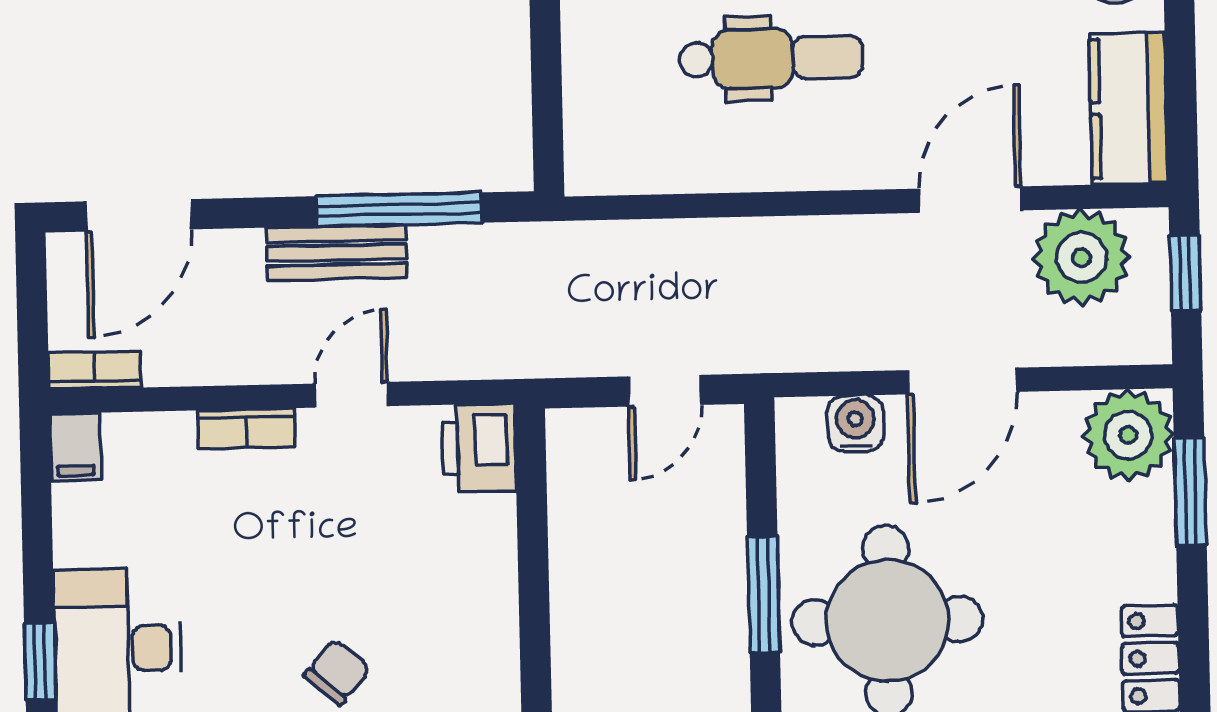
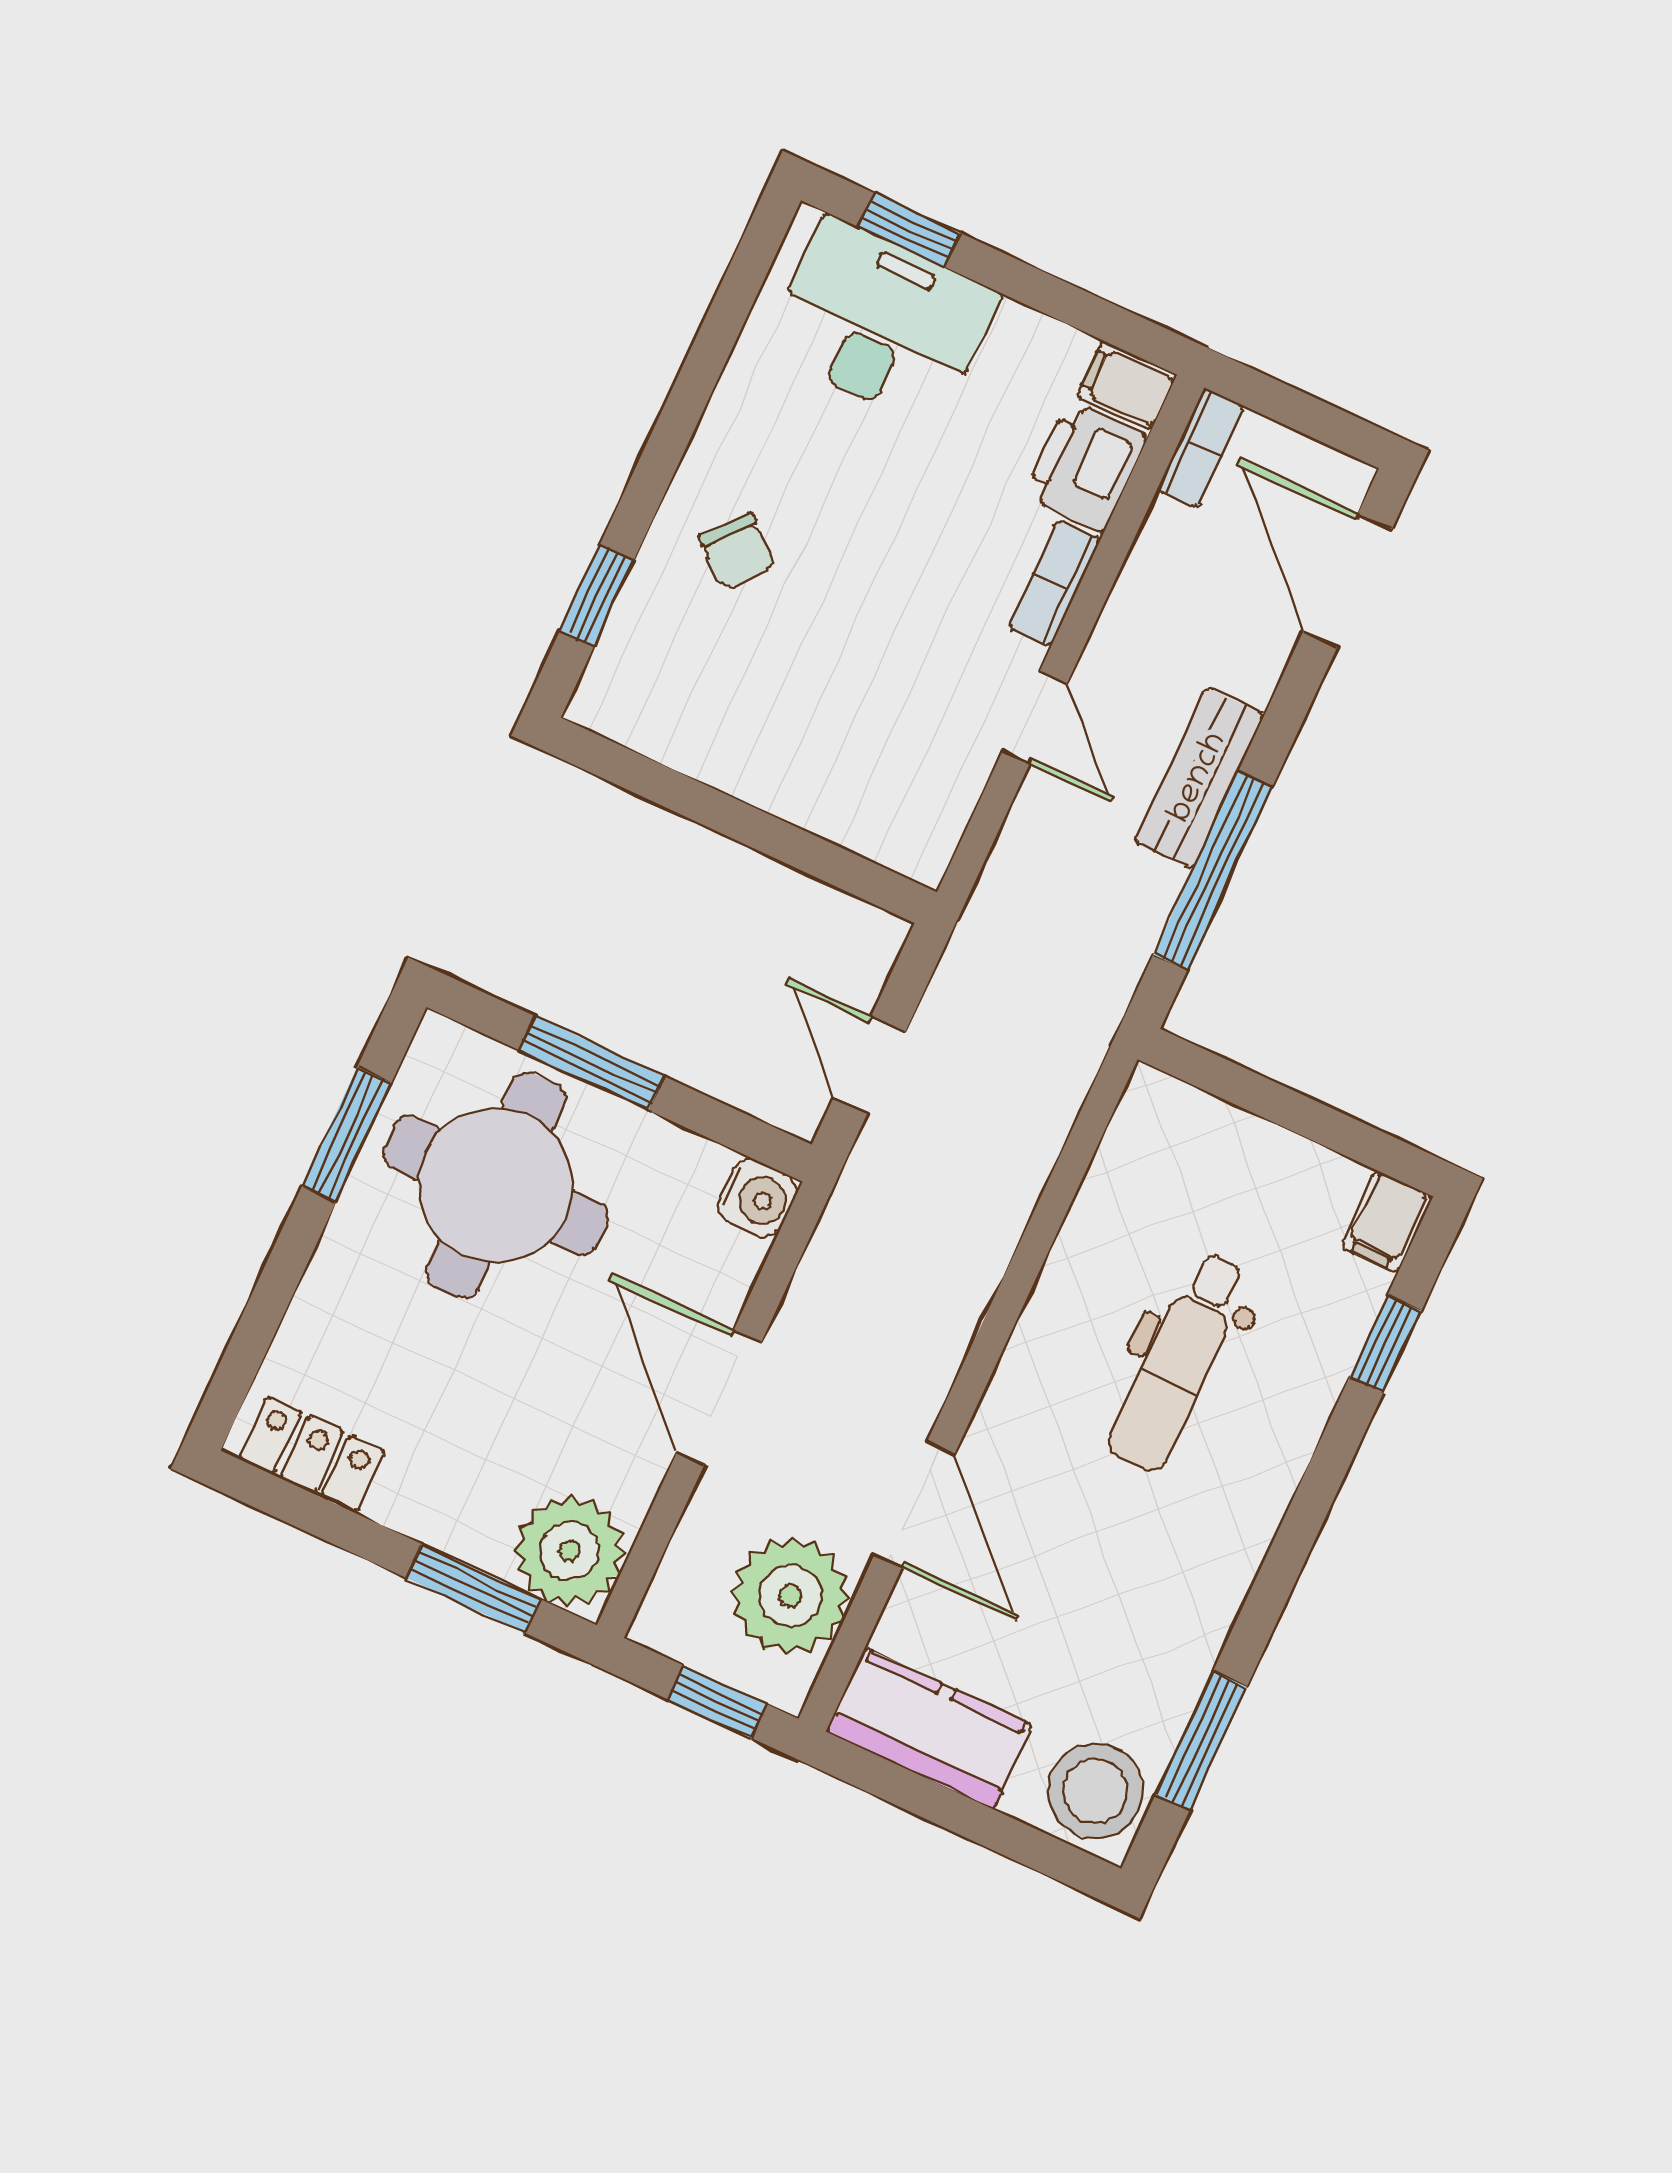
water cooler: (855, 423) -> (757, 1198), moved
printer: (479, 448) -> (1086, 467), moved, turned -90

